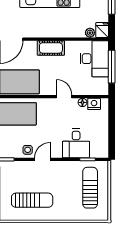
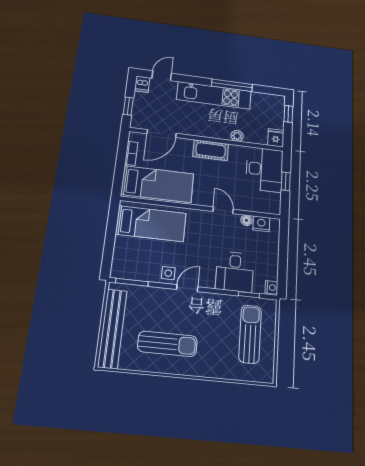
plant: (90, 33) -> (237, 136), moved
window: (112, 67) -> (286, 181), width x0.46
nightstand: (104, 152) -> (271, 287), added

